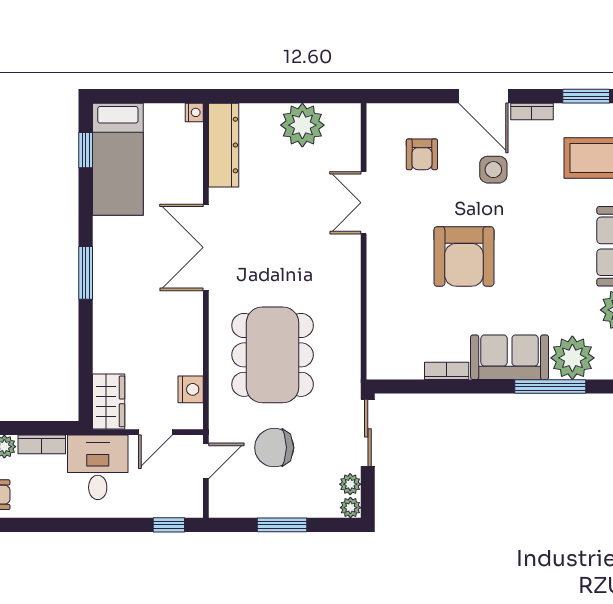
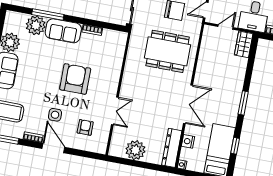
window: (86, 150) -> (235, 146), moved
dining table: (273, 355) -> (168, 51), turned 90
nightstand: (191, 389) -> (188, 141), moved

